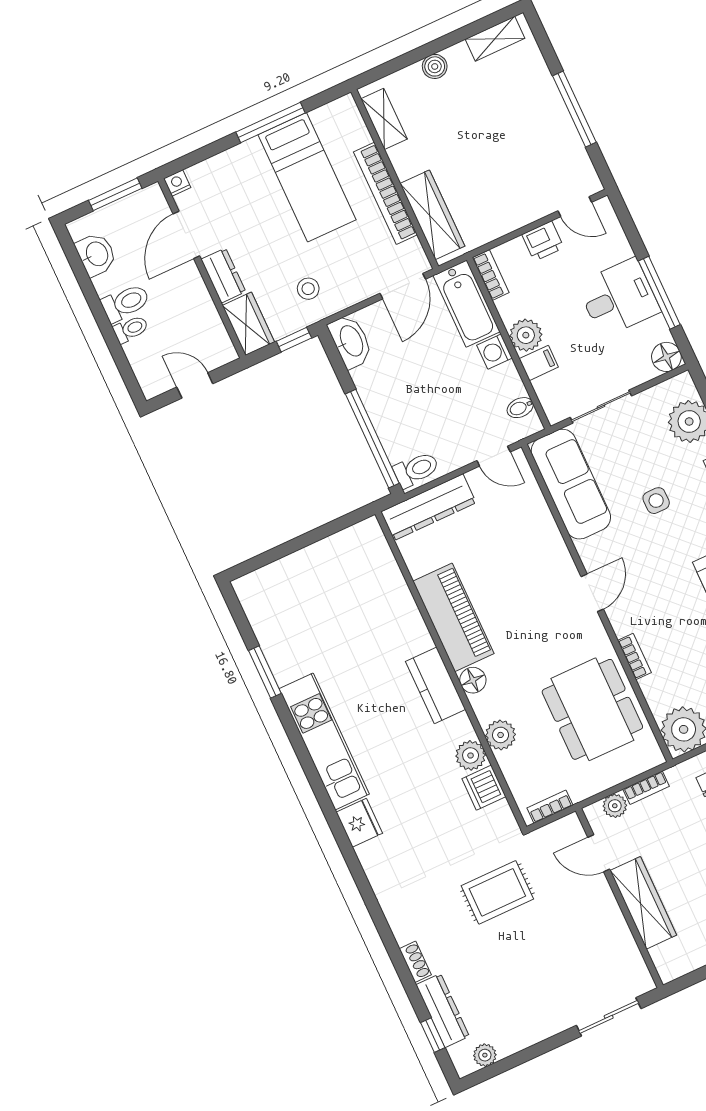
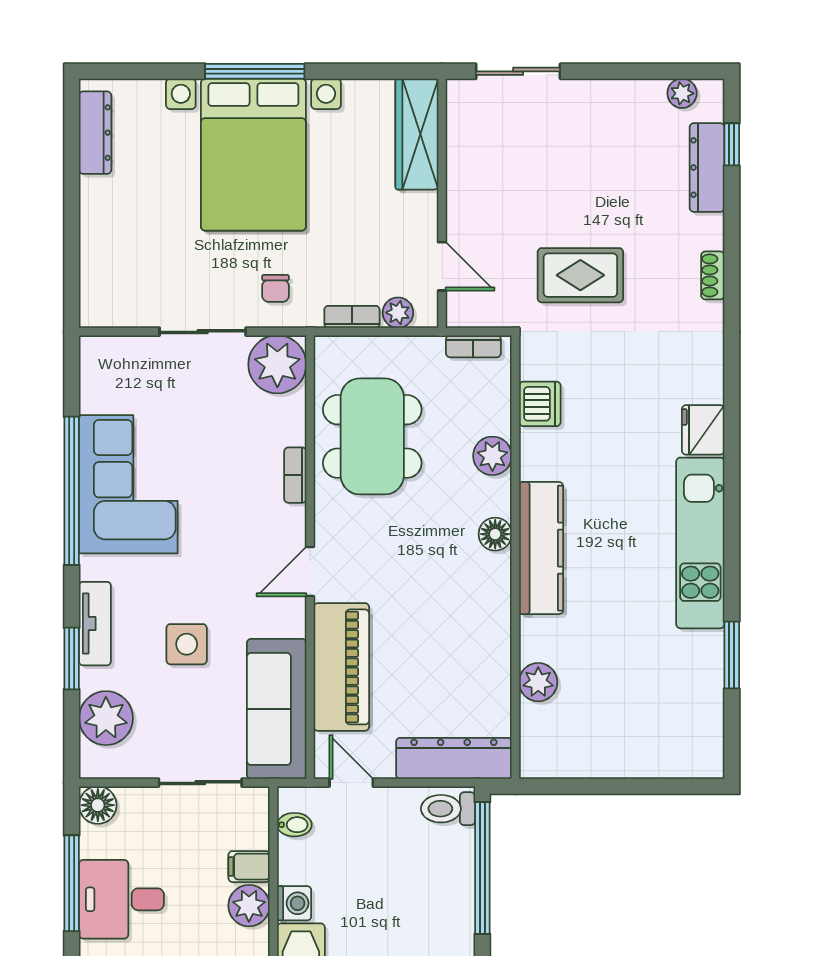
side table: (656, 501) -> (187, 644), width x1.37, depth x1.37
piano: (453, 617) -> (341, 667), moved, turned 180
kitchen counter: (436, 685) -> (541, 548), width x1.50
plant: (471, 755) -> (538, 682), moved
wardrobe: (643, 903) -> (417, 134), moved
shoe rack: (415, 962) -> (713, 275), moved

